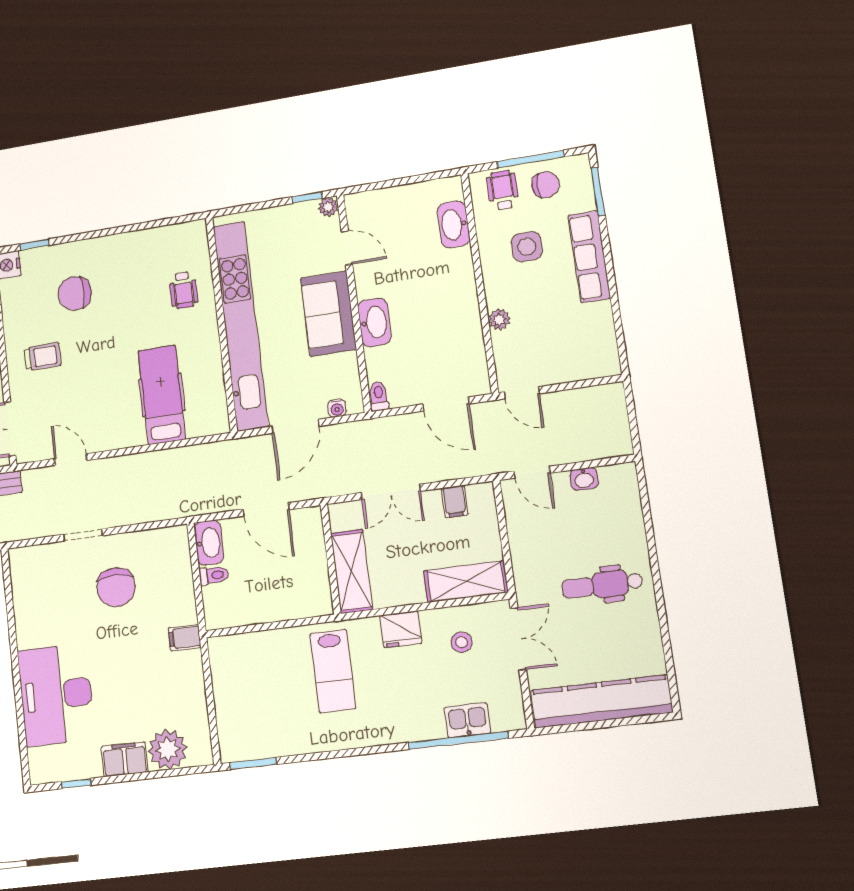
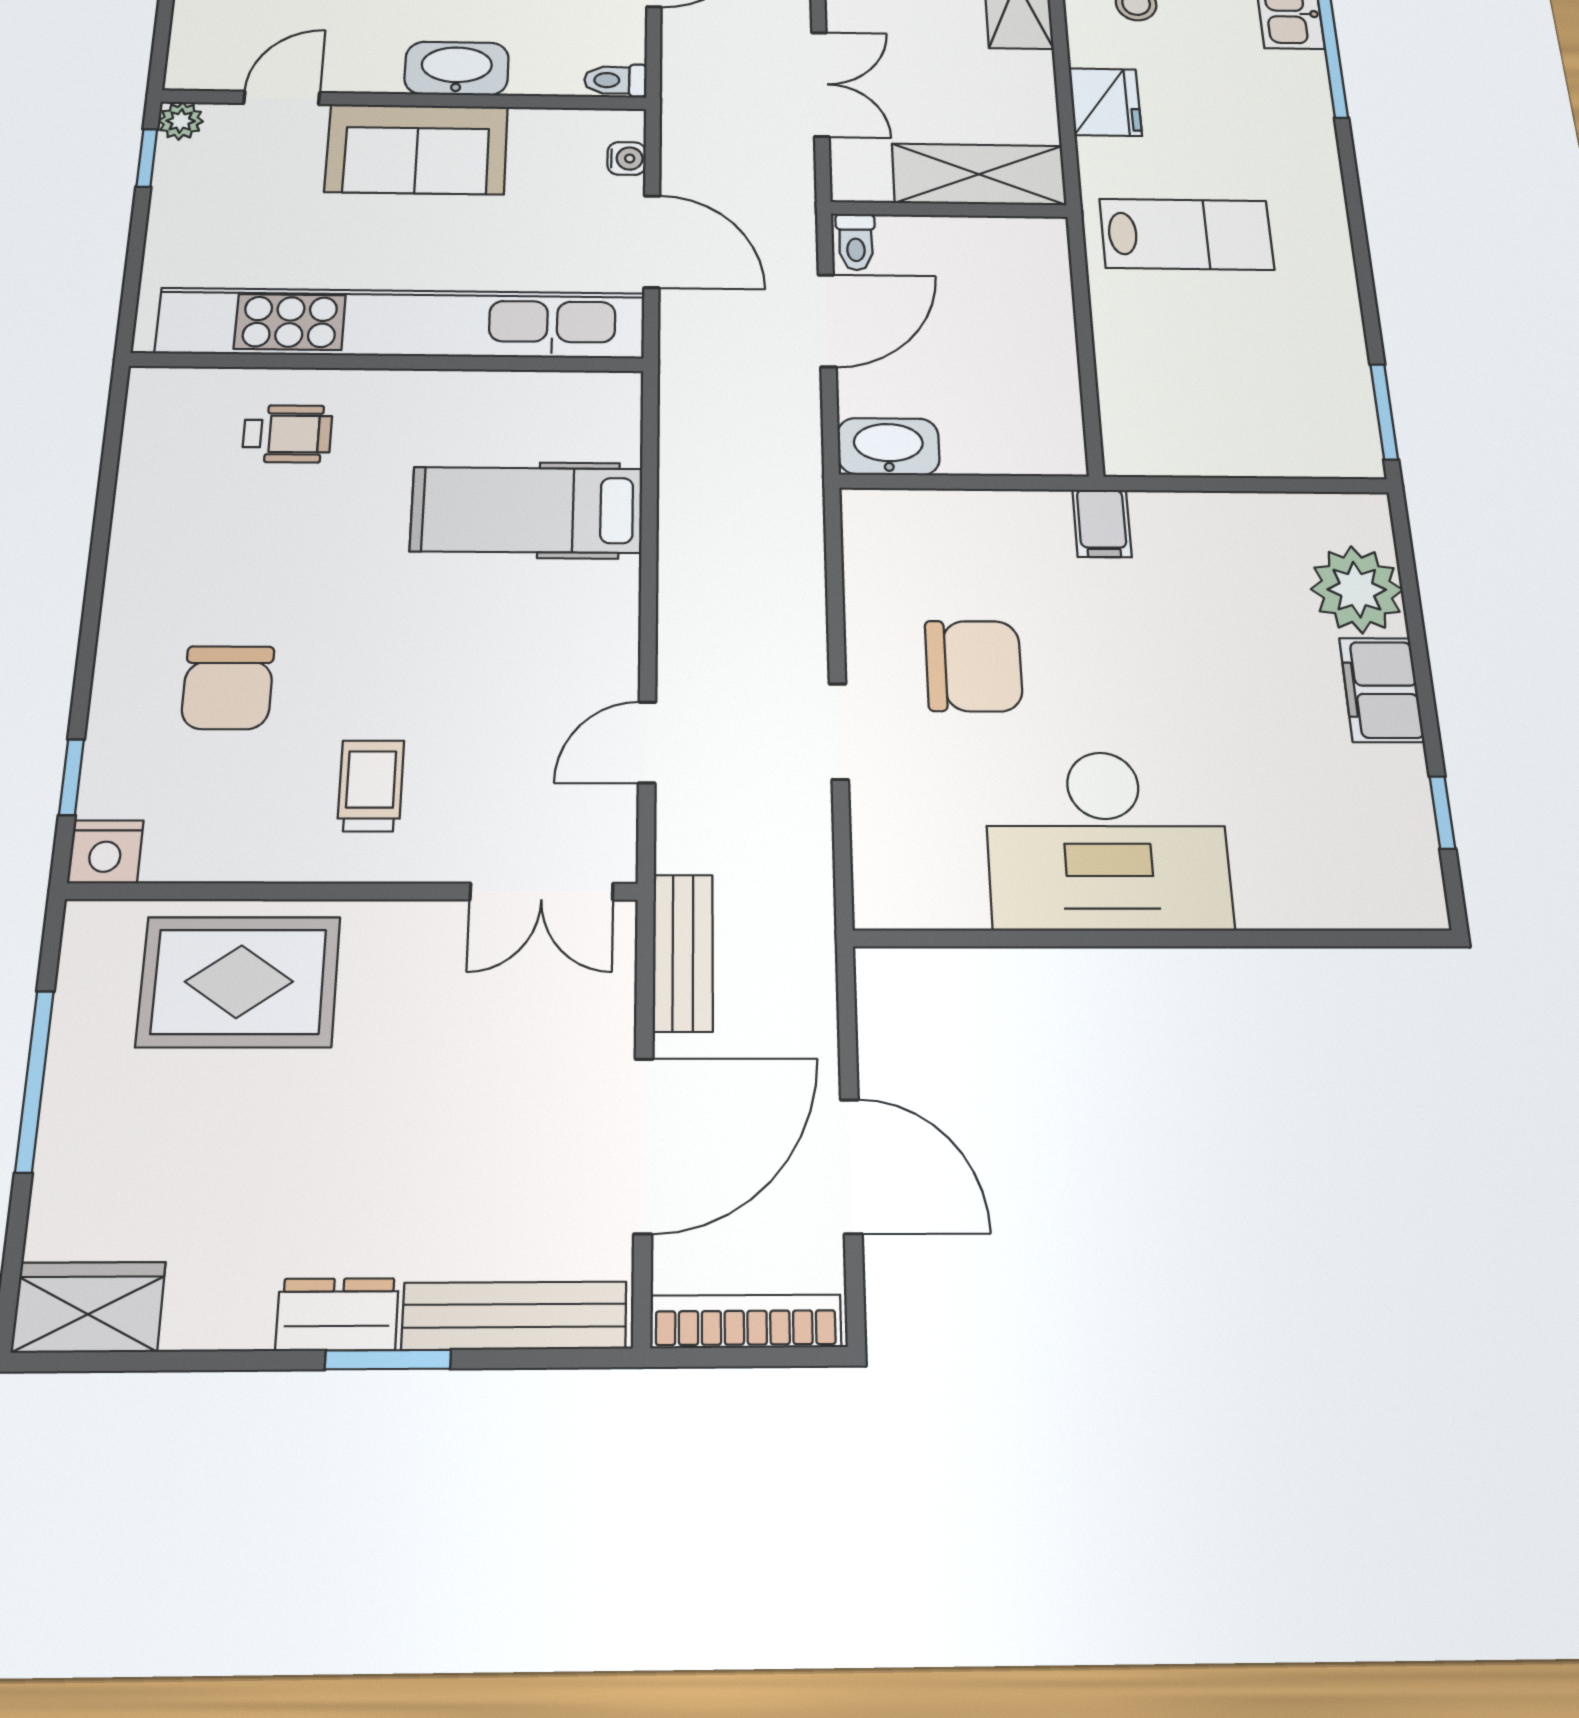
toilet: (214, 575) -> (856, 242), moved, turned 180
desk: (56, 695) -> (1107, 840), moved

